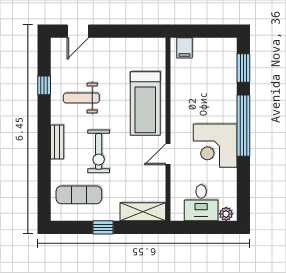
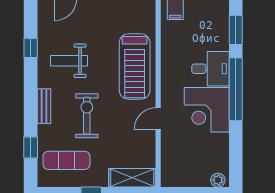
exercise bike: (99, 151) -> (87, 116), turned 180
window: (44, 182) -> (31, 148), added
desk: (201, 203) -> (210, 69), moved, turned -90

